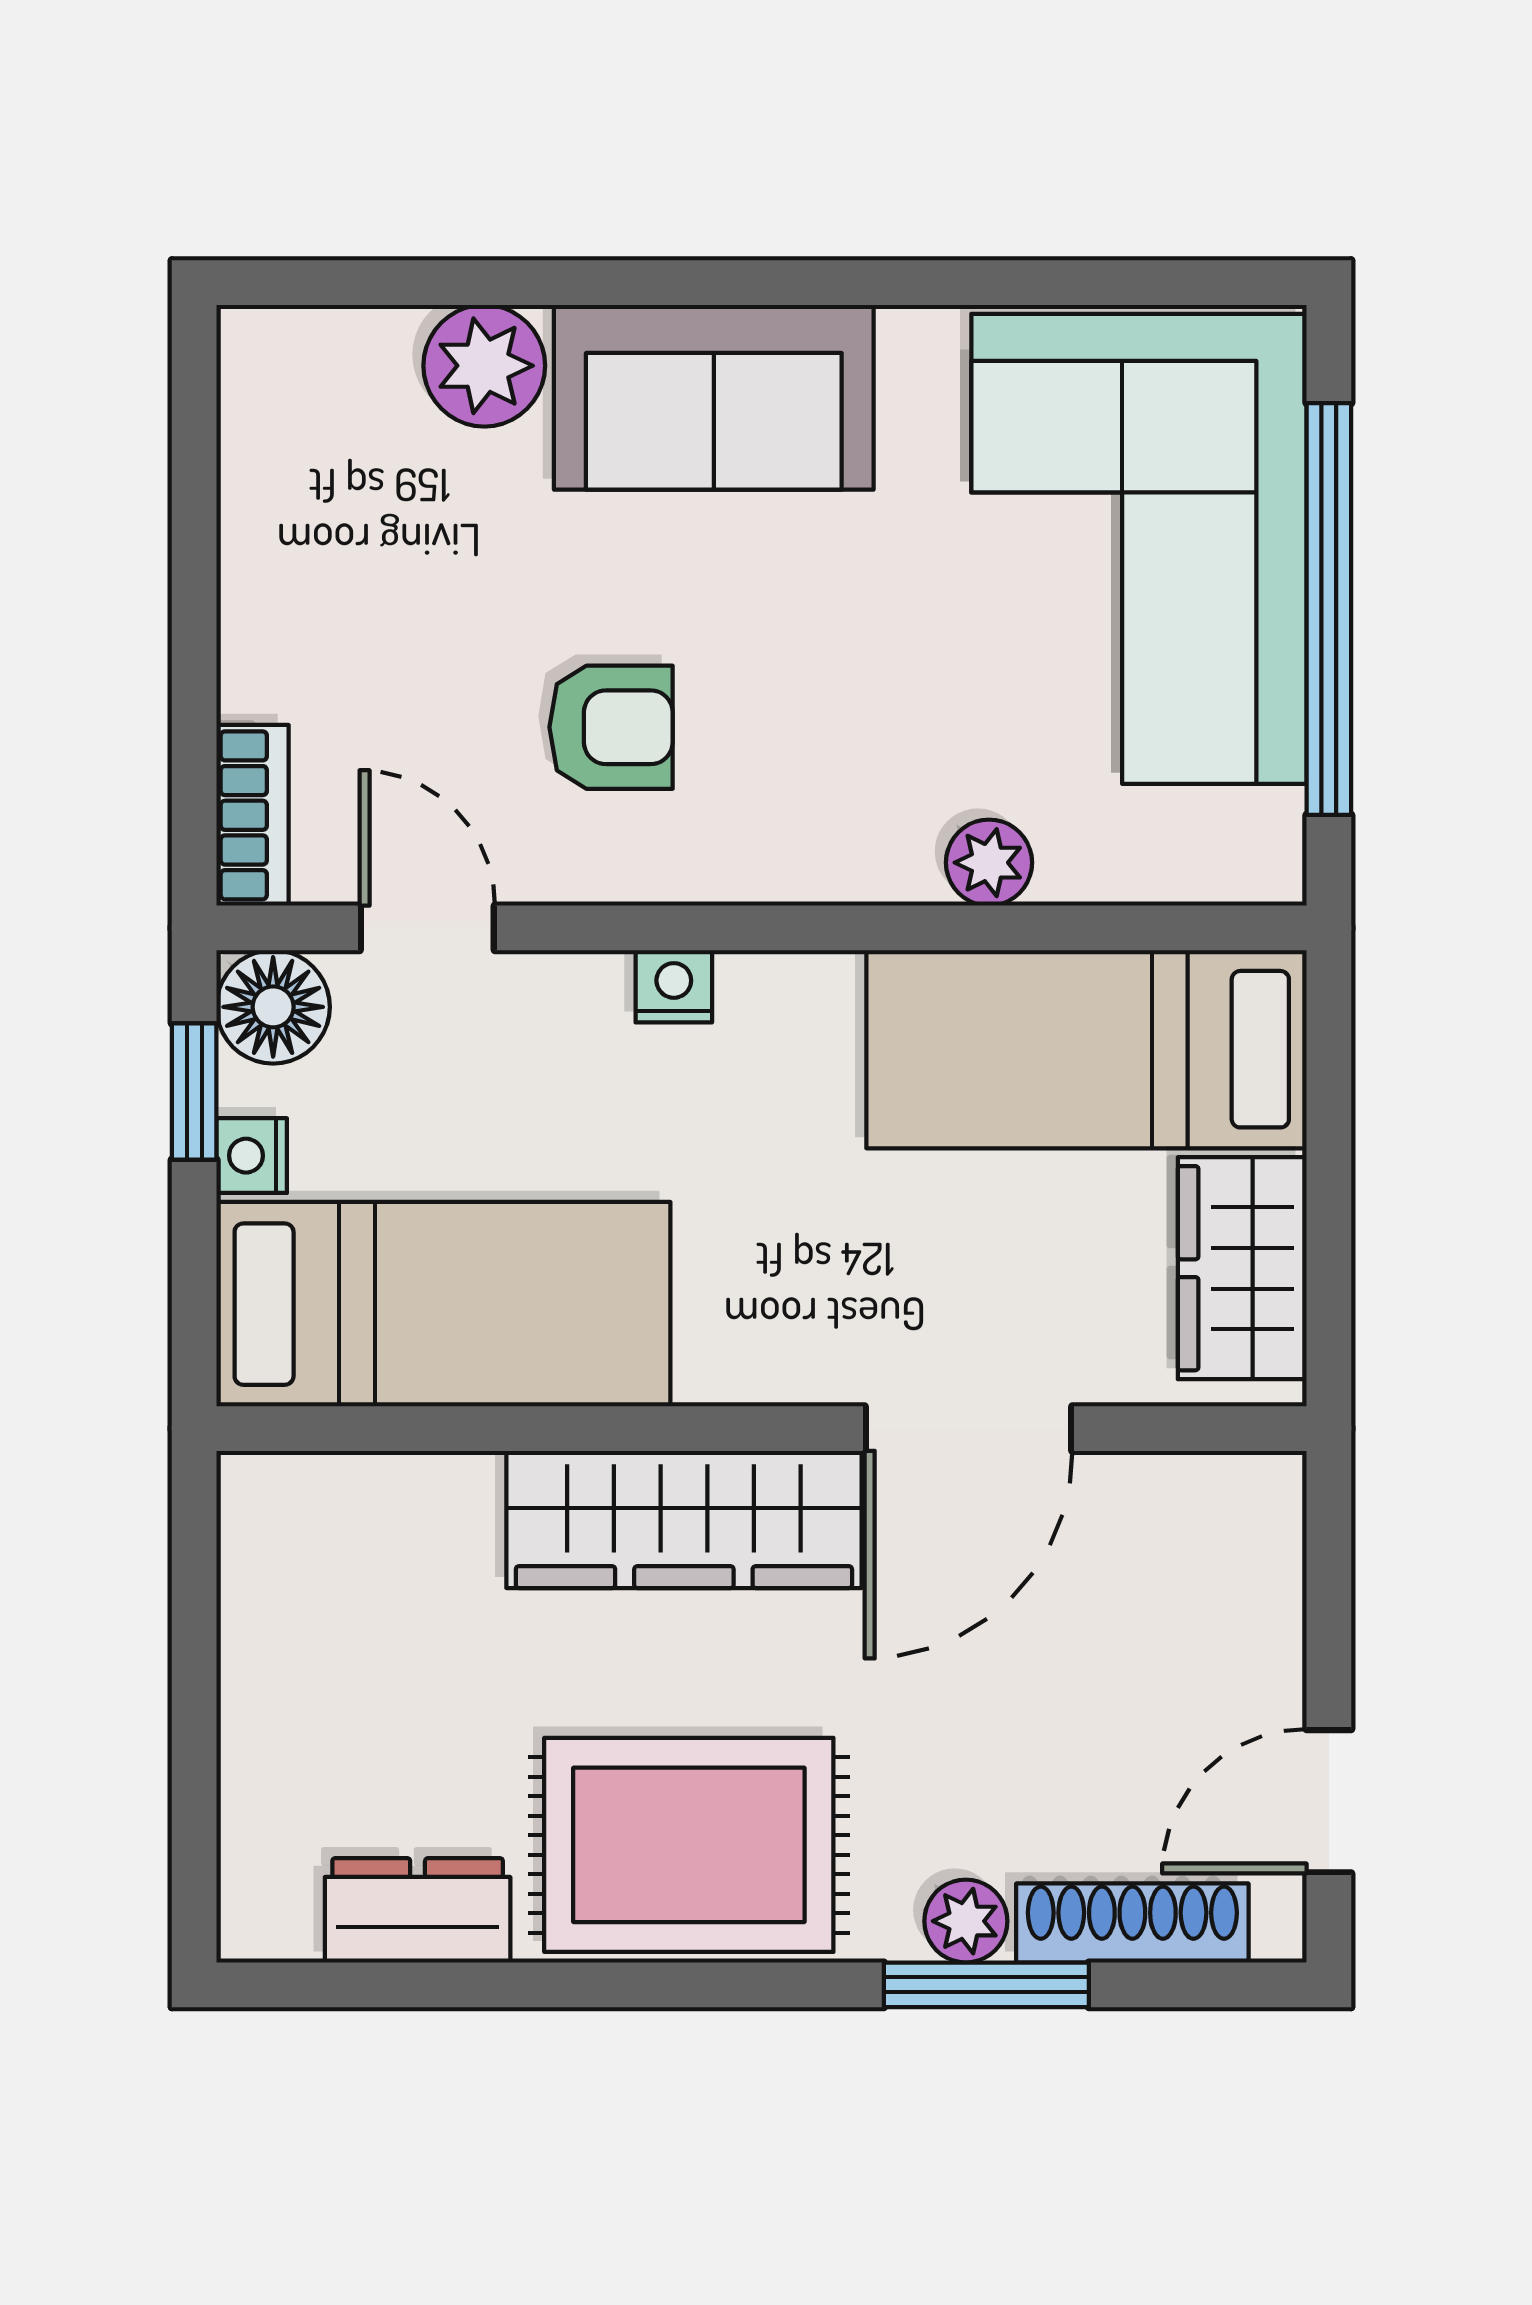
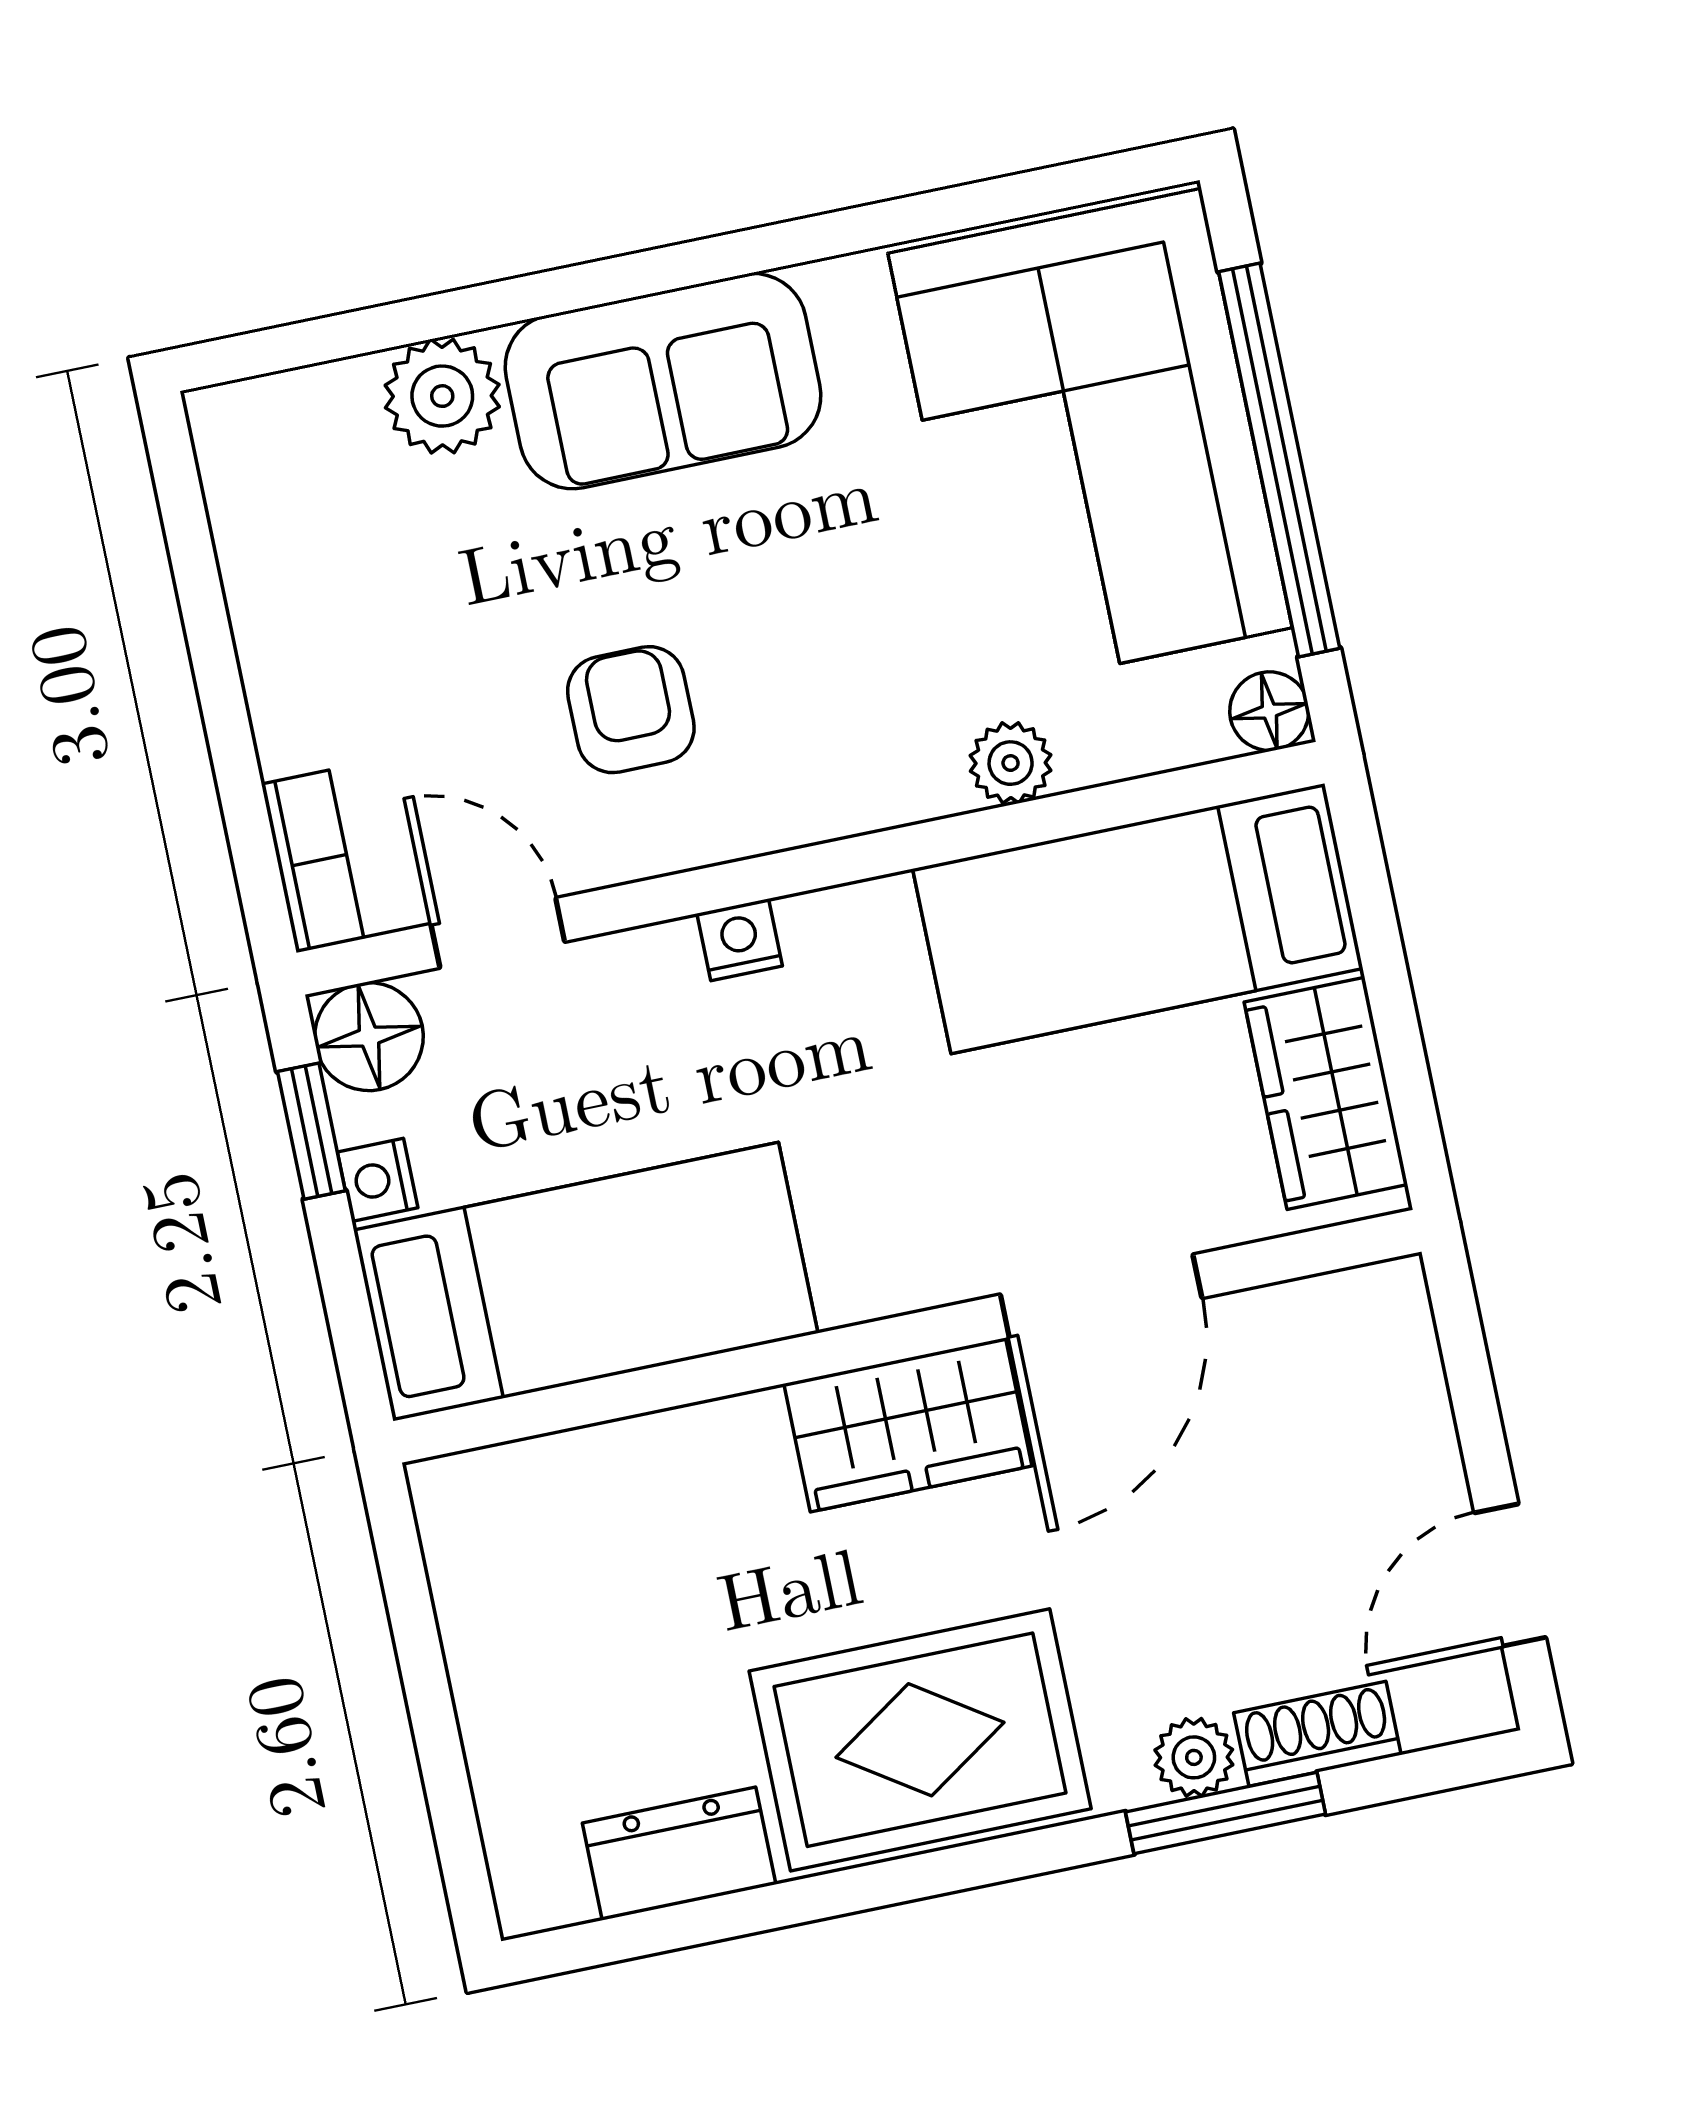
armchair: (611, 727) -> (631, 710), turned -90
floor lamp: (1265, 864) -> (1269, 711), added
wardrobe: (684, 1519) -> (908, 1425), width x0.67
shoe rack: (1132, 1923) -> (1317, 1734), width x0.70

